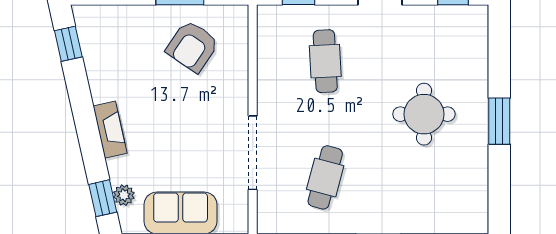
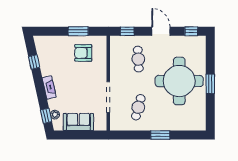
window: (68, 44) -> (34, 62), moved
armchair: (192, 46) -> (83, 53), turned 56
round table: (424, 114) -> (179, 81), width x1.86, depth x1.86

